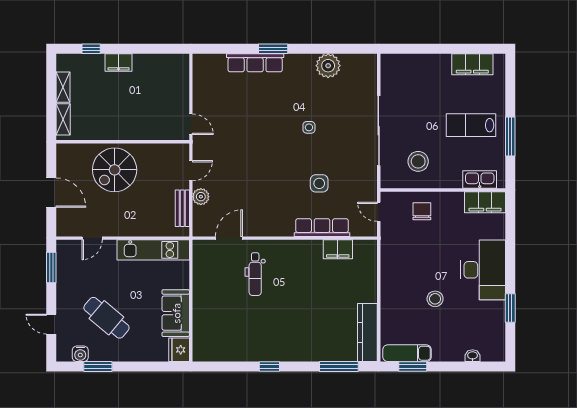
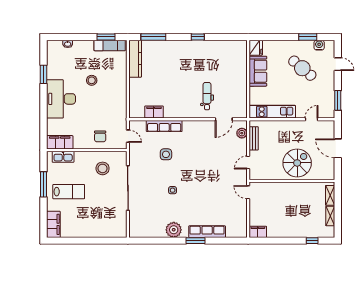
filing cabinet: (119, 62) -> (258, 232), moved
filing cabinet: (472, 64) -> (53, 224), moved, turned 90
plant: (328, 66) -> (174, 230), moved
plant: (201, 197) -> (242, 133), moved

